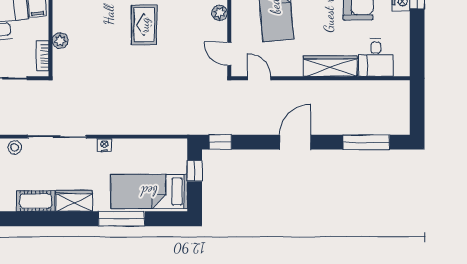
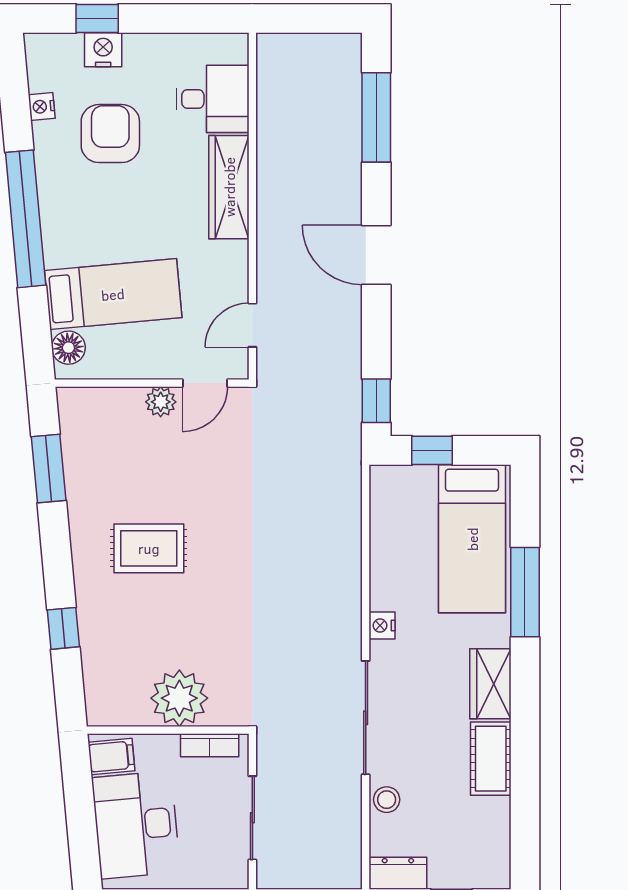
plant: (220, 13) -> (161, 402), moved
plant: (60, 41) -> (179, 698), width x1.88, depth x1.88

